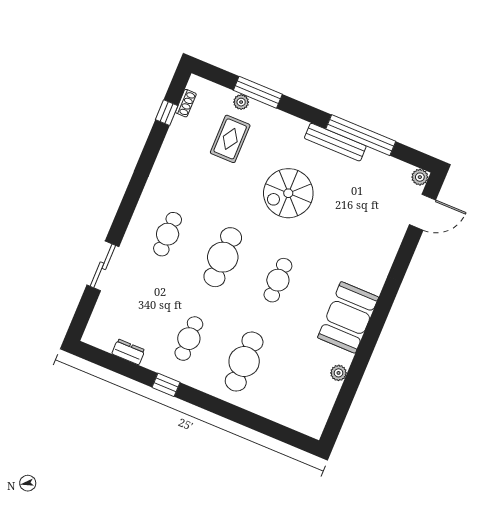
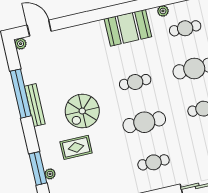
rug: (230, 139) -> (76, 147), moved
spiral stairs: (288, 193) -> (82, 111), turned 90
cafe table: (299, 385) -> (185, 28), added

